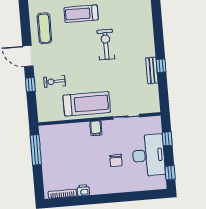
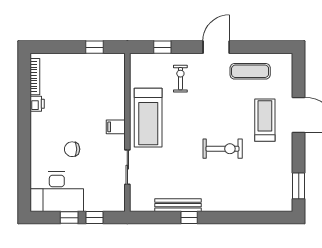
bench: (152, 70) -> (178, 205), width x1.36
window: (30, 85) -> (162, 47), moved
window: (36, 150) -> (94, 47), width x0.46
desk: (149, 155) -> (57, 192), moved
window: (170, 173) -> (69, 218), moved

